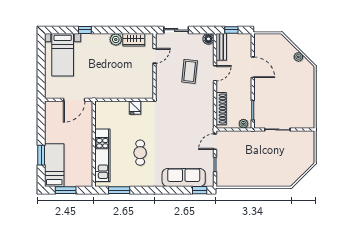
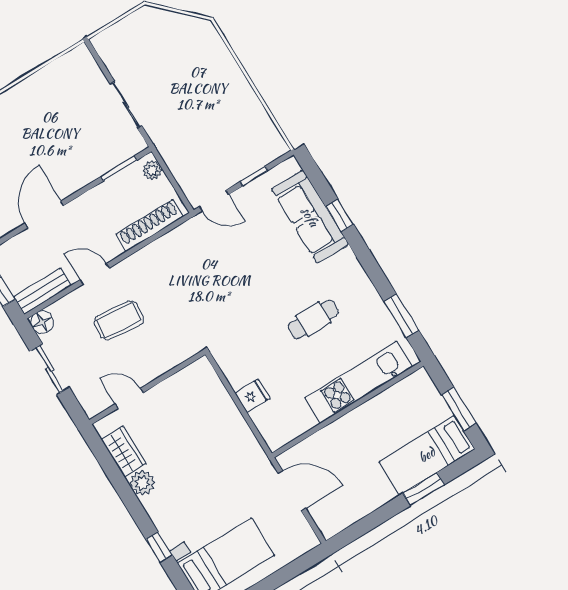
sliding door: (176, 30) -> (50, 369), moved
fridge: (135, 108) -> (252, 396), moved
window: (200, 190) -> (340, 215), moved

